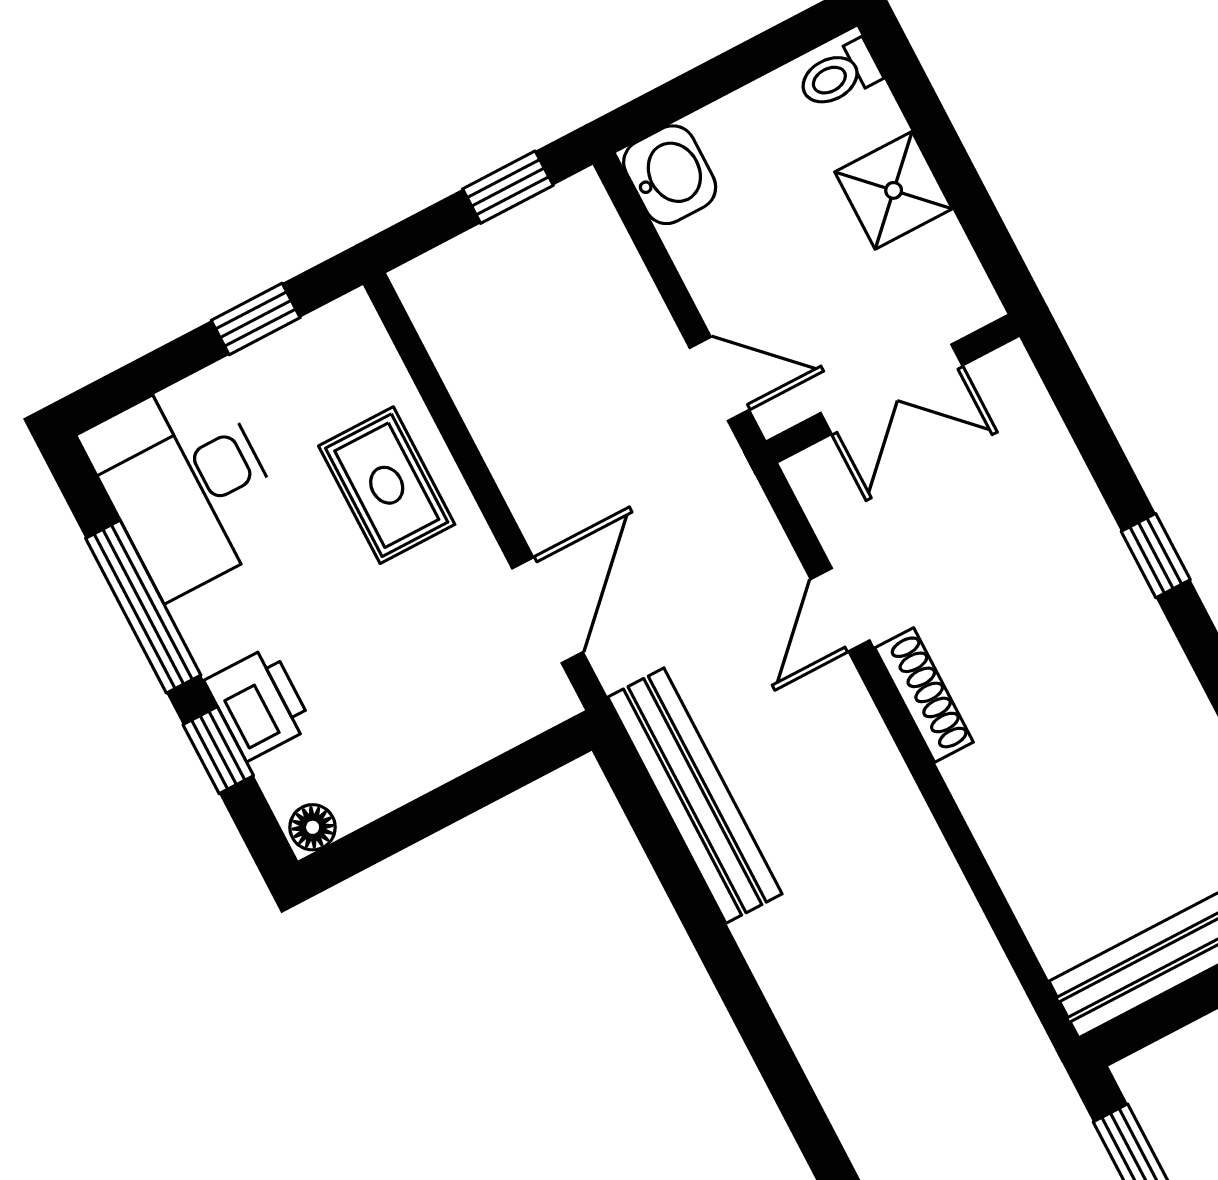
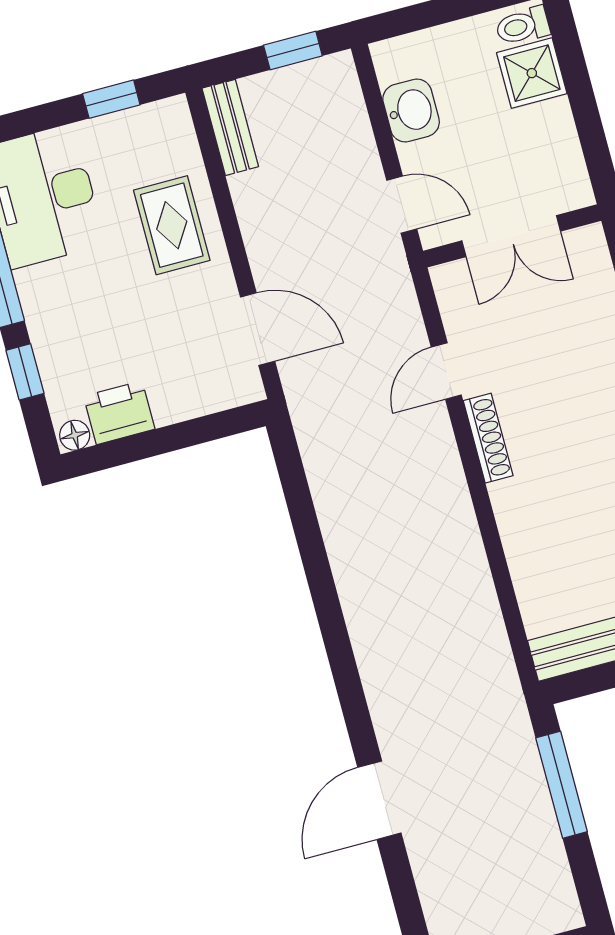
washbasin: (670, 175) -> (411, 110), moved
shower: (894, 190) -> (532, 73), moved
door: (548, 610) -> (258, 329), hinge flipped
printer: (259, 704) -> (119, 413), moved, turned -90
bench: (695, 796) -> (230, 127), moved, width x0.54, depth x0.82

